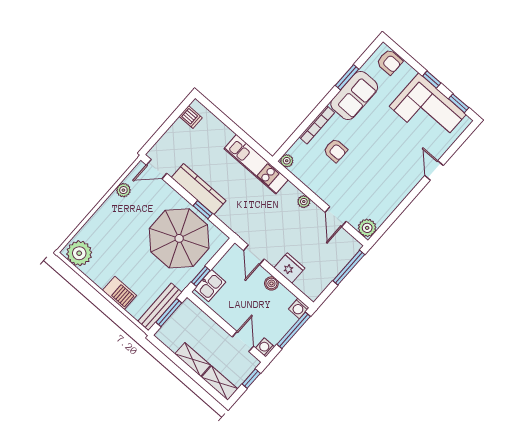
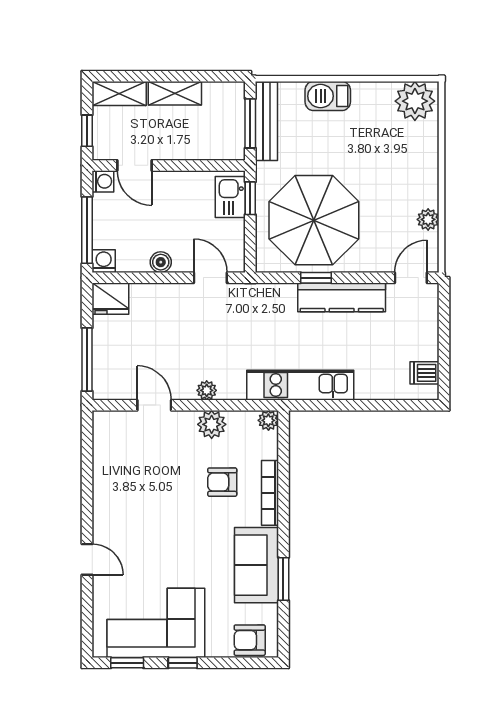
plant: (367, 228) -> (212, 424), moved
fridge: (289, 268) -> (110, 299), moved

